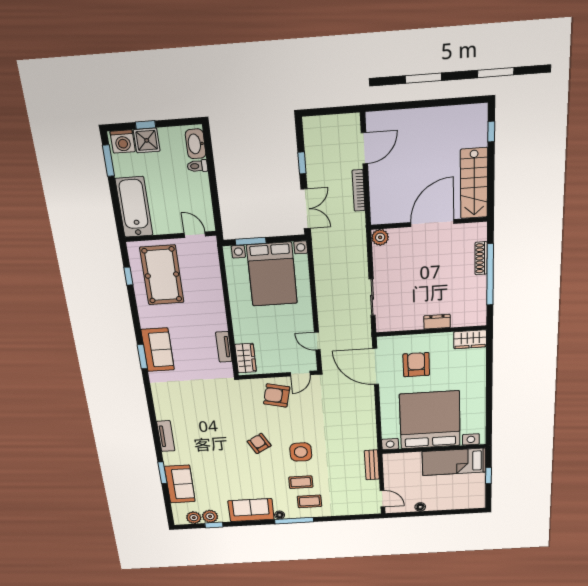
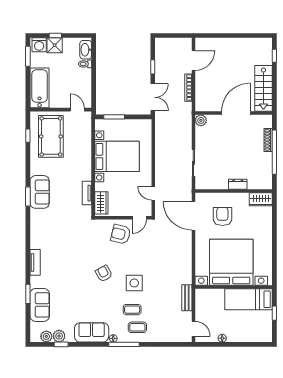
bed with nightstands: (272, 274) -> (117, 156), moved, turned -90

